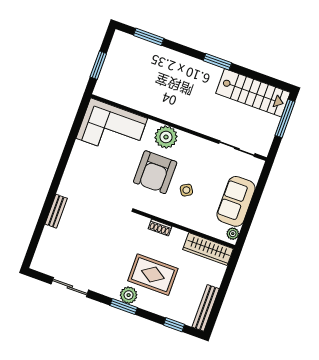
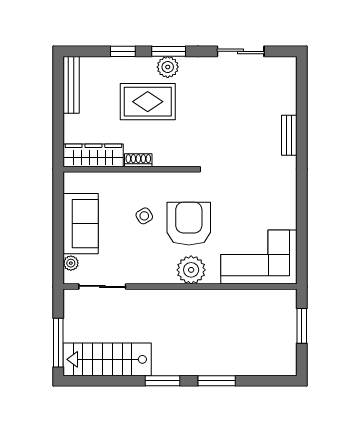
window: (149, 37) -> (217, 381), moved
shoe rack: (160, 228) -> (138, 160), moved
plant: (233, 234) -> (71, 263), moved
window: (174, 325) -> (123, 51), moved

